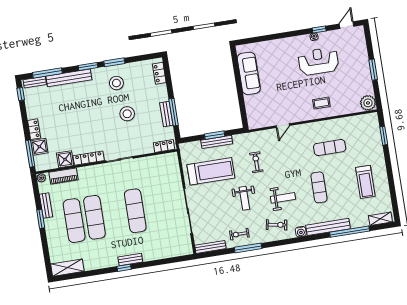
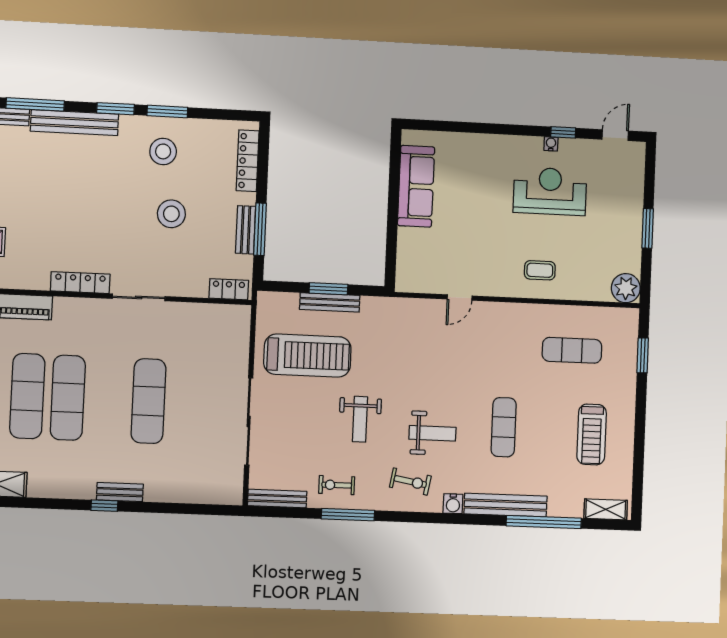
locker: (159, 73) -> (248, 161), width x1.53
exercise mat: (330, 148) -> (572, 350), moved
shower: (65, 159) -> (34, 275), removed
exercise bike: (256, 162) -> (396, 356), removed

